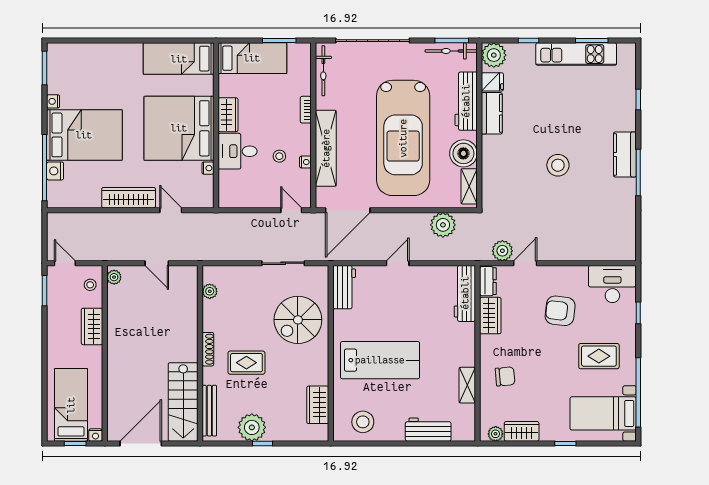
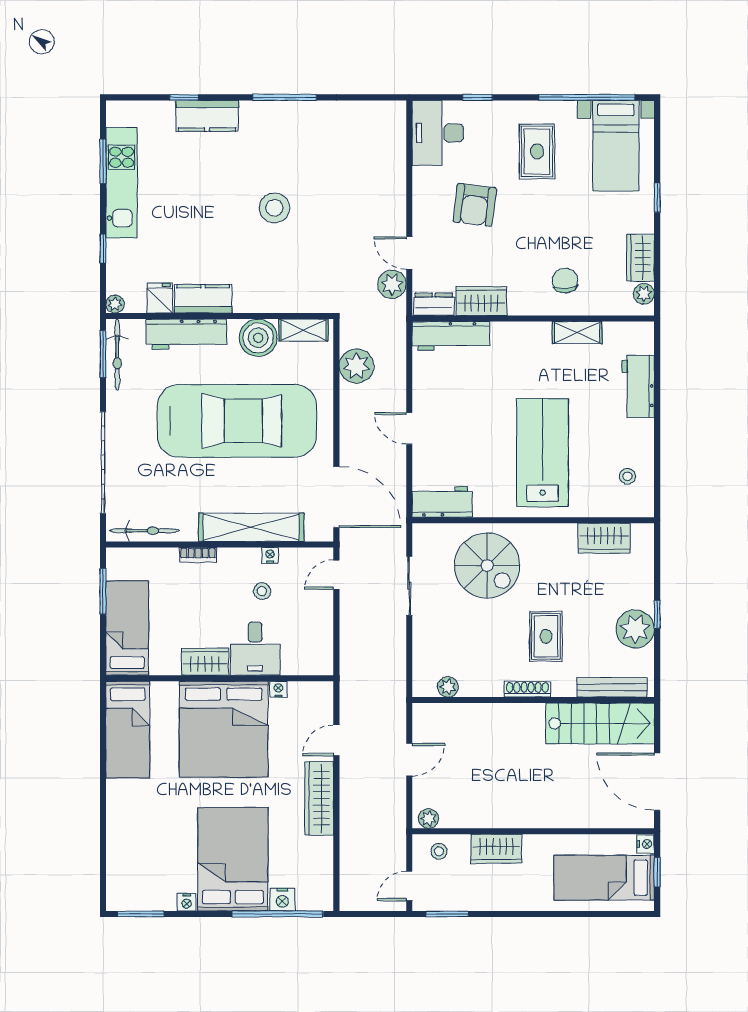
plant: (494, 55) -> (115, 304), width x0.53, depth x0.53
kitchen counter: (625, 155) -> (207, 116), moved
stool: (363, 422) -> (627, 476), width x0.53, depth x0.53

